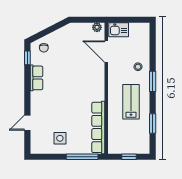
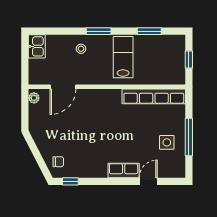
kitchen sink: (119, 30) -> (37, 46), moved
row of seats: (36, 78) -> (124, 170), moved
lab bench: (131, 102) -> (123, 57), turned 90
door: (27, 123) -> (148, 181), swing flipped
window: (82, 157) -> (189, 137), moved

